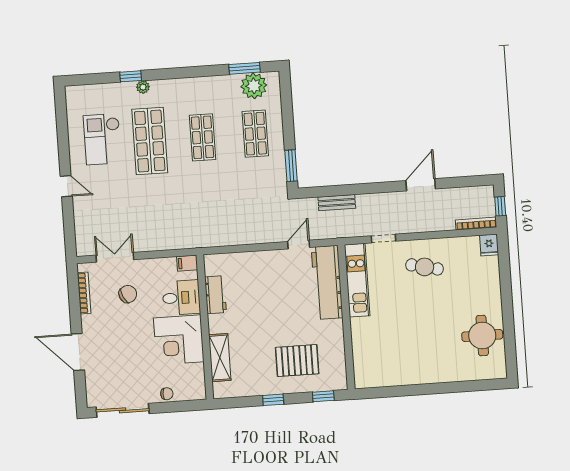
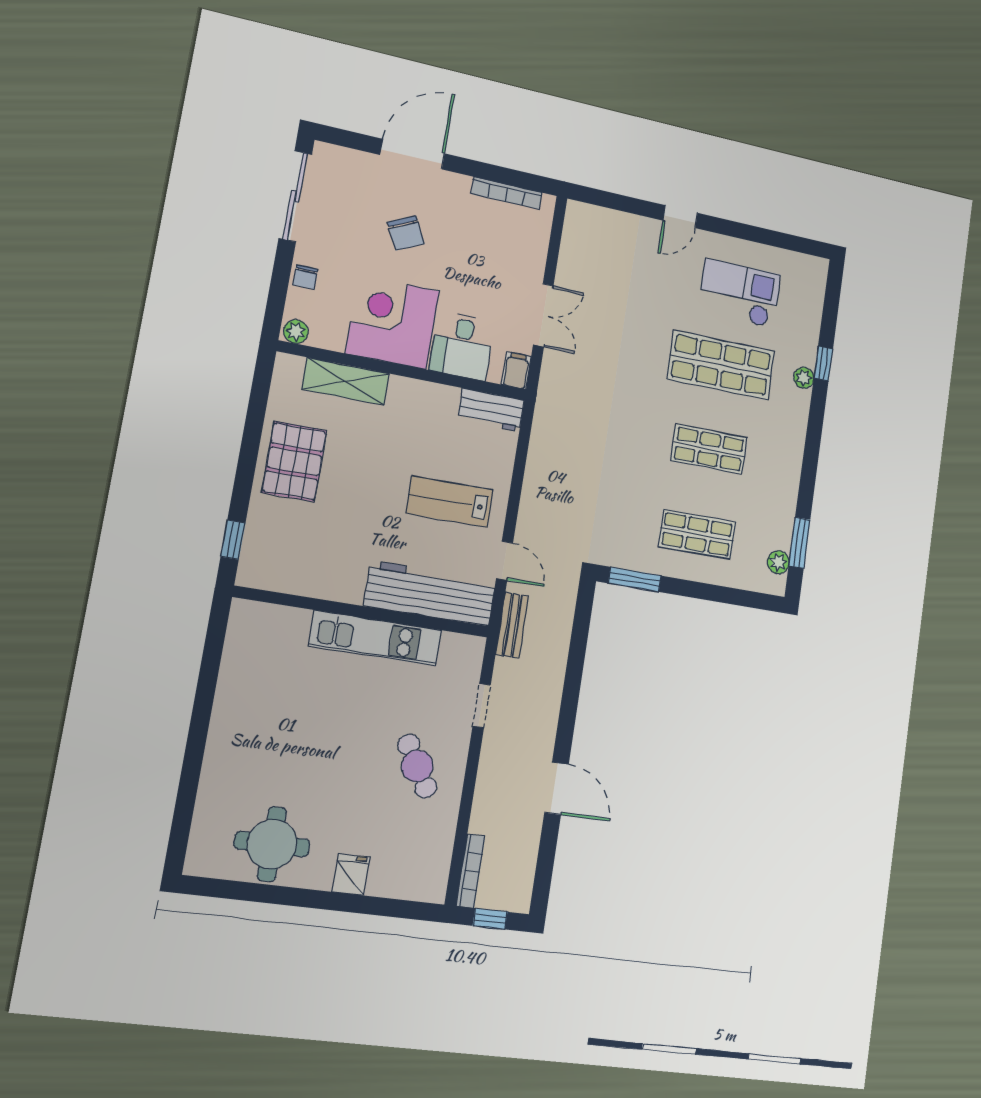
plant: (254, 86) -> (778, 562), width x0.53, depth x0.53
bench: (337, 203) -> (512, 625), moved
fridge: (489, 245) -> (351, 875), moved, turned 90
double door: (115, 257) -> (543, 315), moved
cafe table: (425, 267) -> (417, 766), turned -44
kitchen unit: (357, 280) -> (375, 638), moved
lab bench: (273, 284) -> (450, 502), added
chair: (128, 294) -> (406, 233), moved
workbench: (216, 295) -> (491, 410), moved
pallet: (297, 361) -> (294, 461), moved
plant: (199, 391) -> (296, 332), added
window: (273, 400) -> (249, 452), removed

